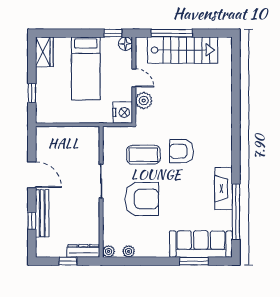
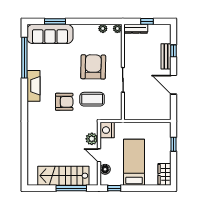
floor lamp: (125, 44) -> (105, 169), moved
fireplace: (224, 189) -> (33, 86), moved
armchair: (142, 199) -> (93, 67), turned 91
bench: (42, 213) -> (166, 56), width x0.73

